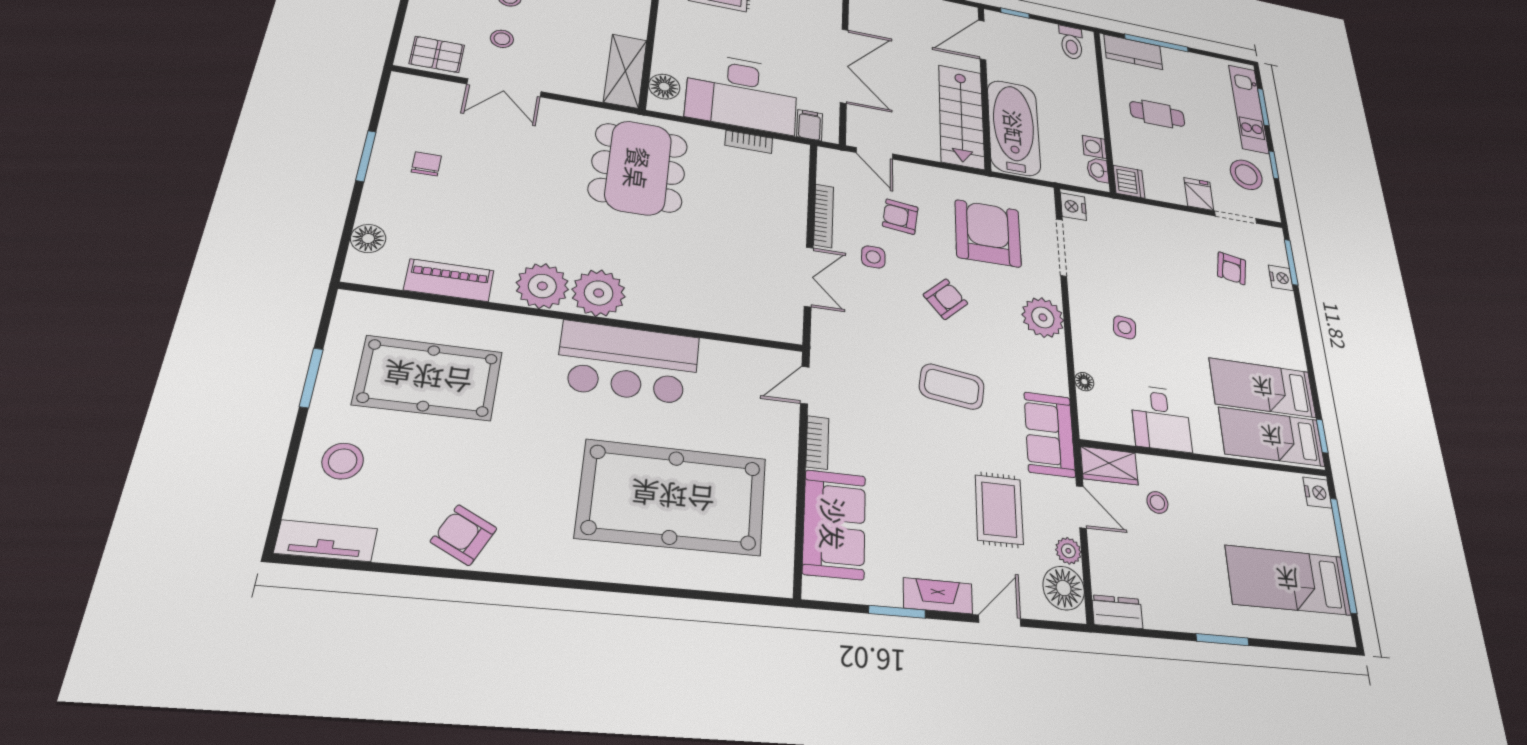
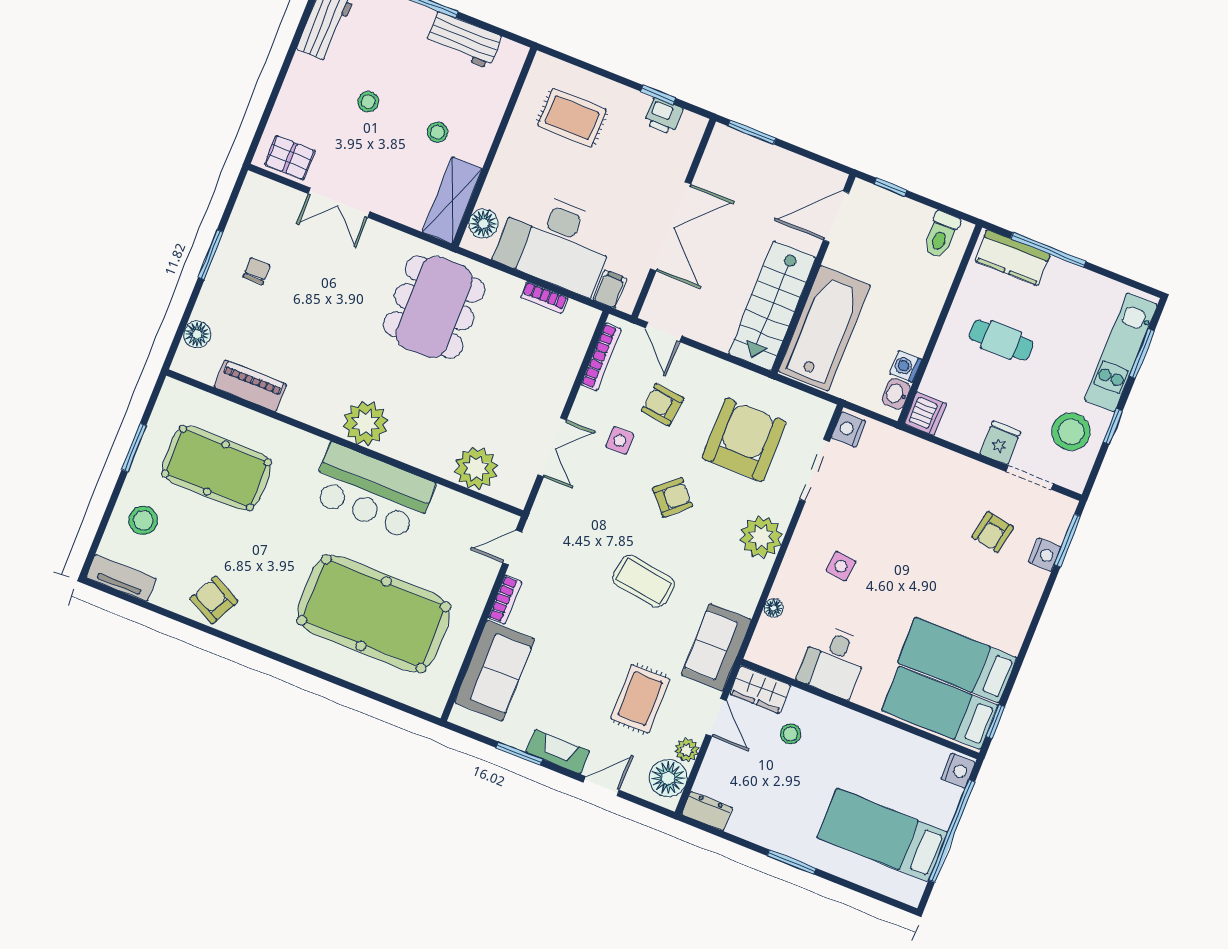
stool: (502, 39) -> (438, 132), moved
bookcase: (824, 216) -> (601, 357), moved
plant: (542, 286) -> (476, 468), moved

